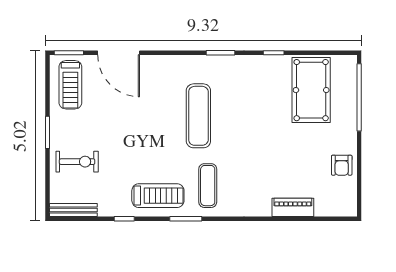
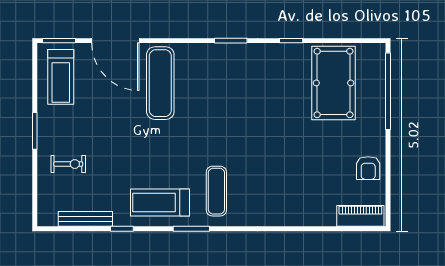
exercise mat: (198, 116) -> (160, 83), moved
exercise bike: (77, 162) -> (68, 164), width x0.73, depth x0.72
treadmill: (158, 196) -> (160, 203), turned 180
piano: (293, 207) -> (360, 216), moved
bench: (73, 210) -> (85, 219), moved

